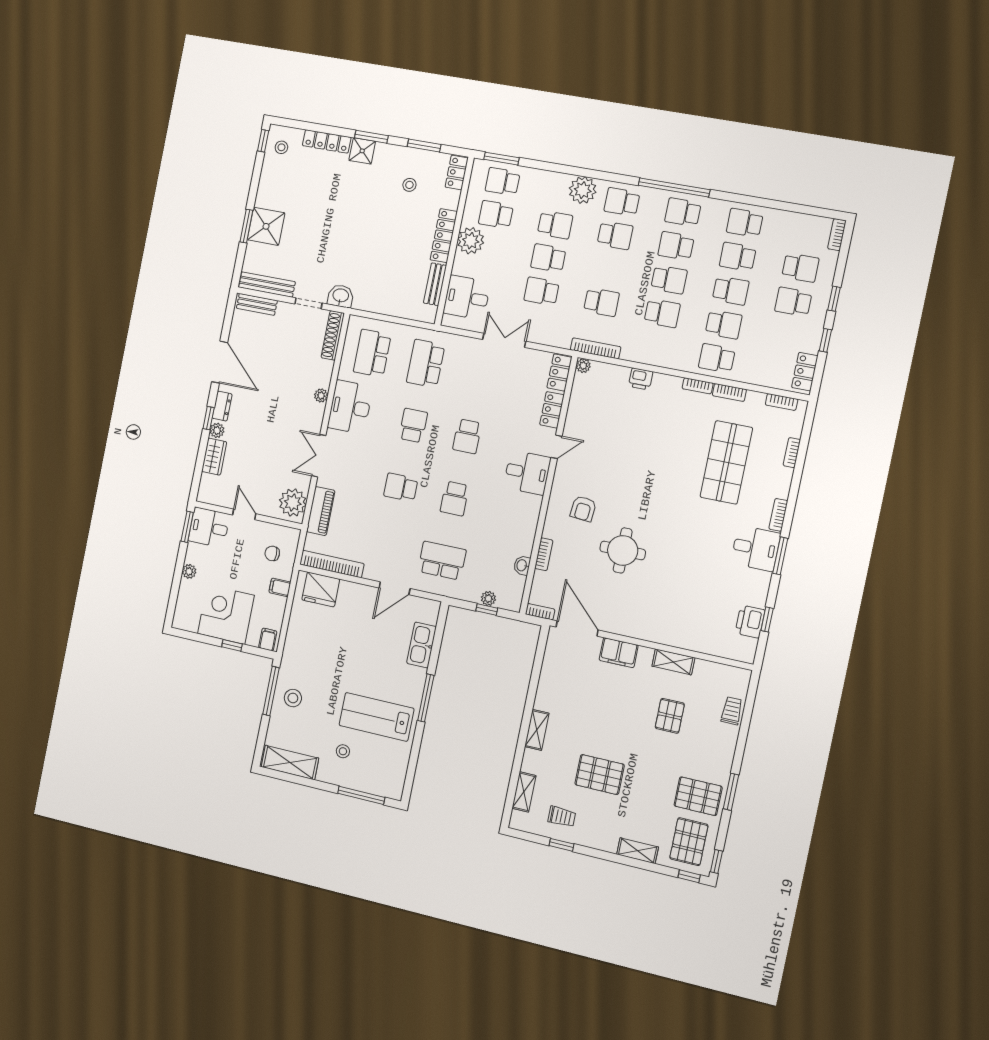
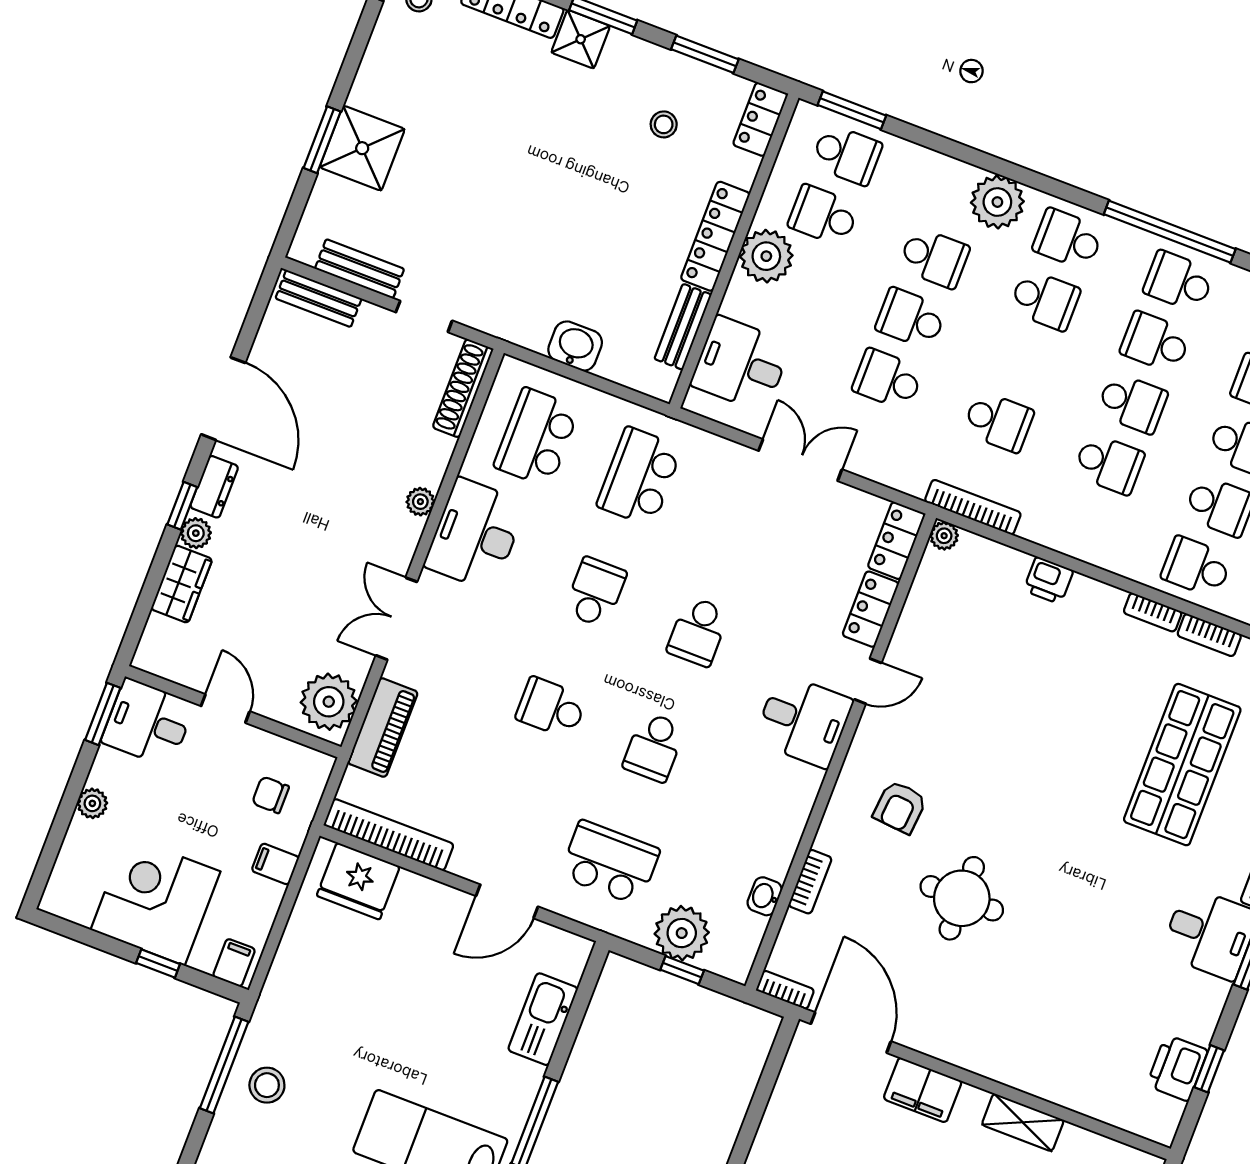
school desk: (503, 181) -> (847, 155), turned 180
bench: (267, 285) -> (360, 269), width x0.73
washbasin: (341, 296) -> (575, 346), moved
plant: (488, 598) -> (682, 933), width x1.88, depth x1.88

